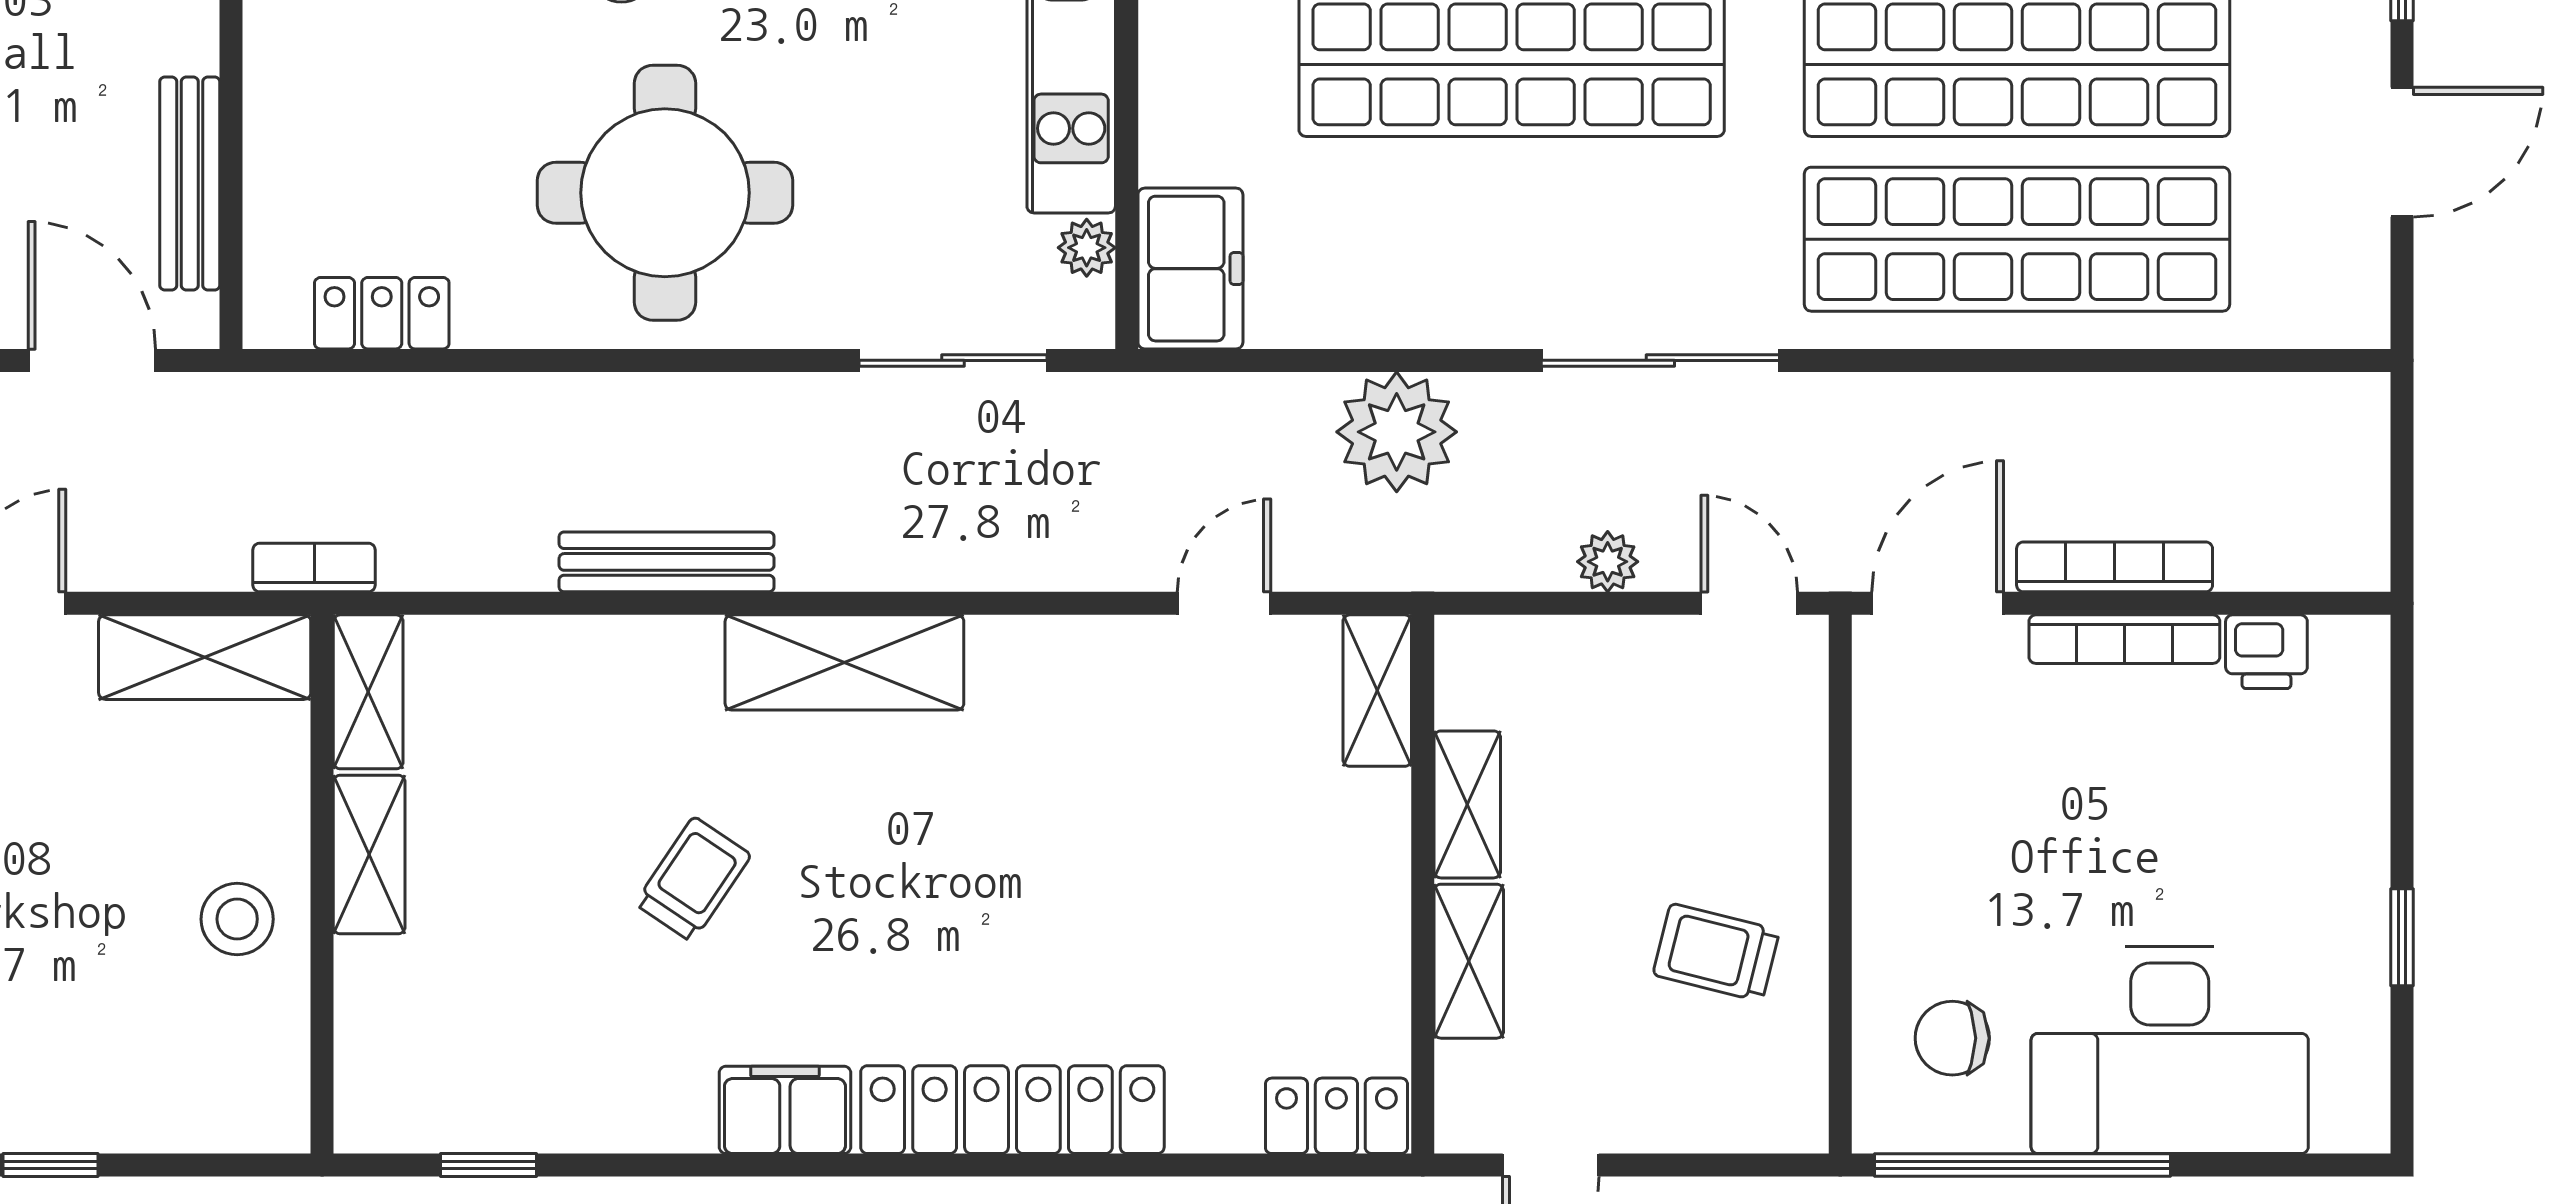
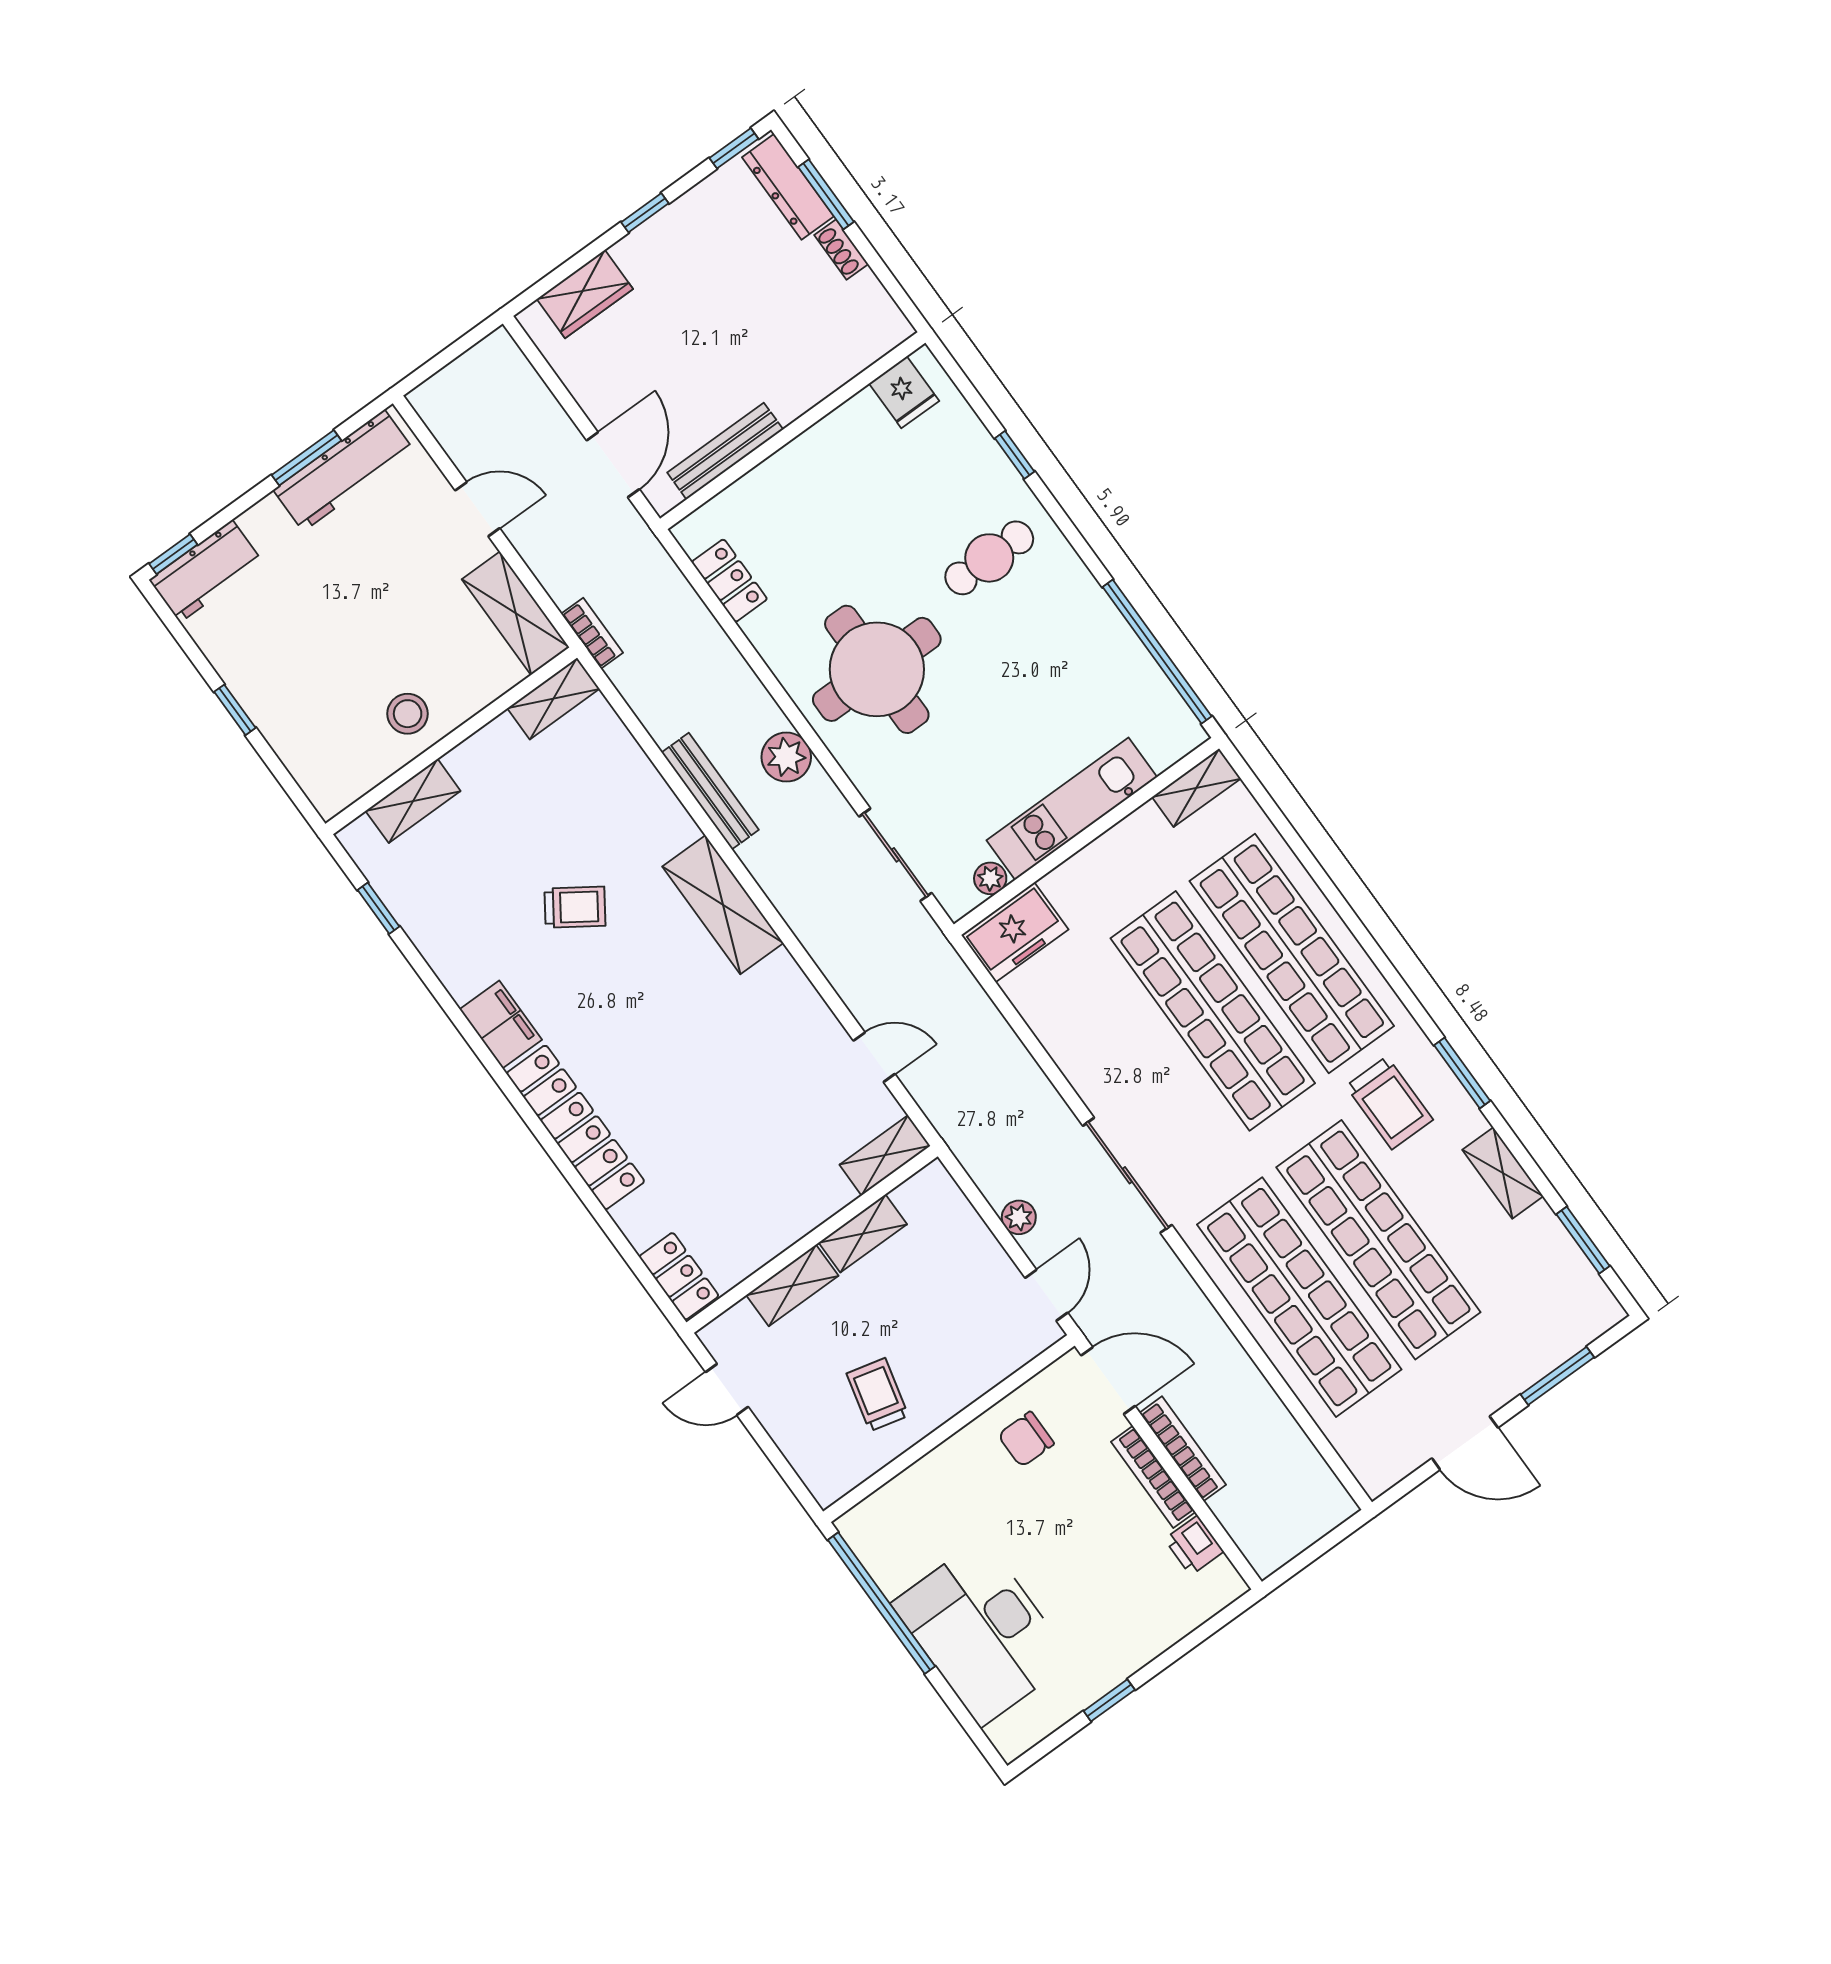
plant: (1397, 432) -> (786, 757), moved, width x0.73, depth x0.73
shelving: (369, 854) -> (413, 801), moved
chair: (1952, 1038) -> (1026, 1439), moved, turned -90

